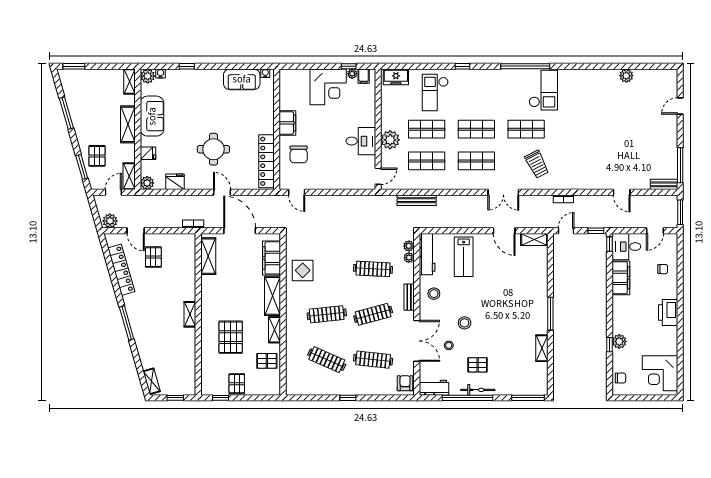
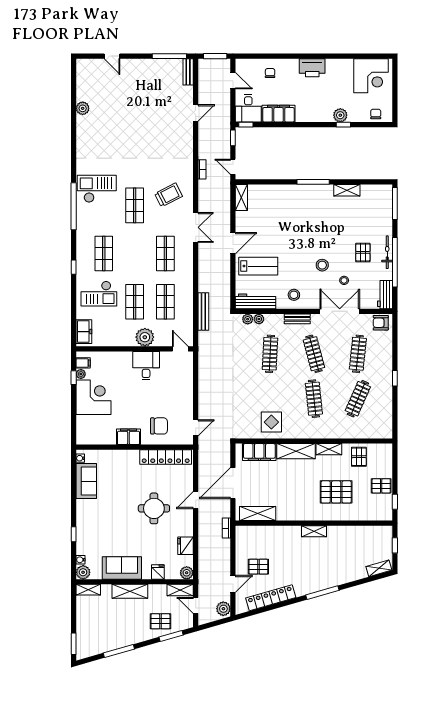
shop shelf: (476, 129) -> (104, 254), moved
door: (504, 231) -> (233, 243), moved

